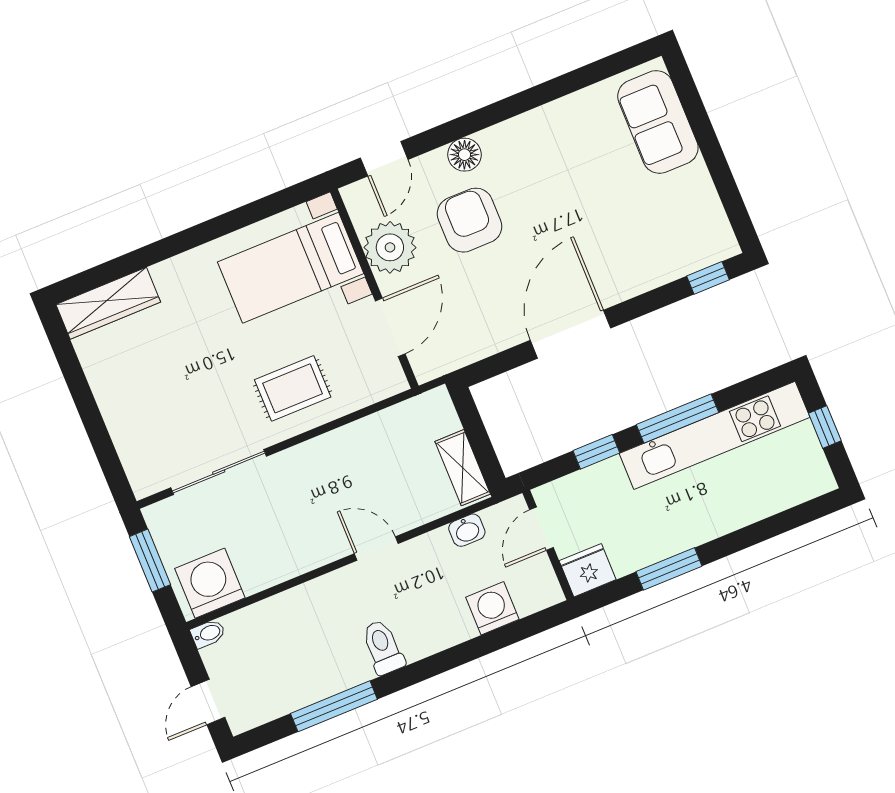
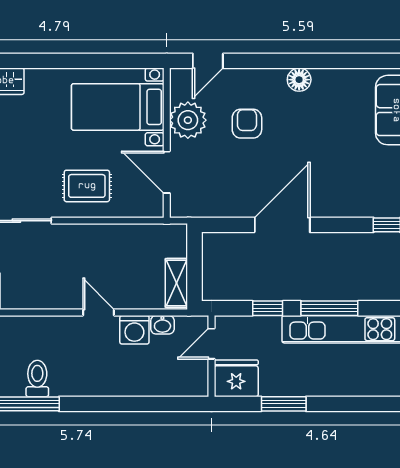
floor lamp: (464, 155) -> (299, 80), moved
armchair: (470, 220) -> (247, 124), width x0.72, depth x0.72
door: (390, 327) -> (167, 172), swing flipped
fridge: (588, 570) -> (236, 378), width x1.36, depth x1.34
washing machine: (492, 608) -> (134, 330), moved, turned 180
toilet: (383, 647) -> (37, 379), moved

